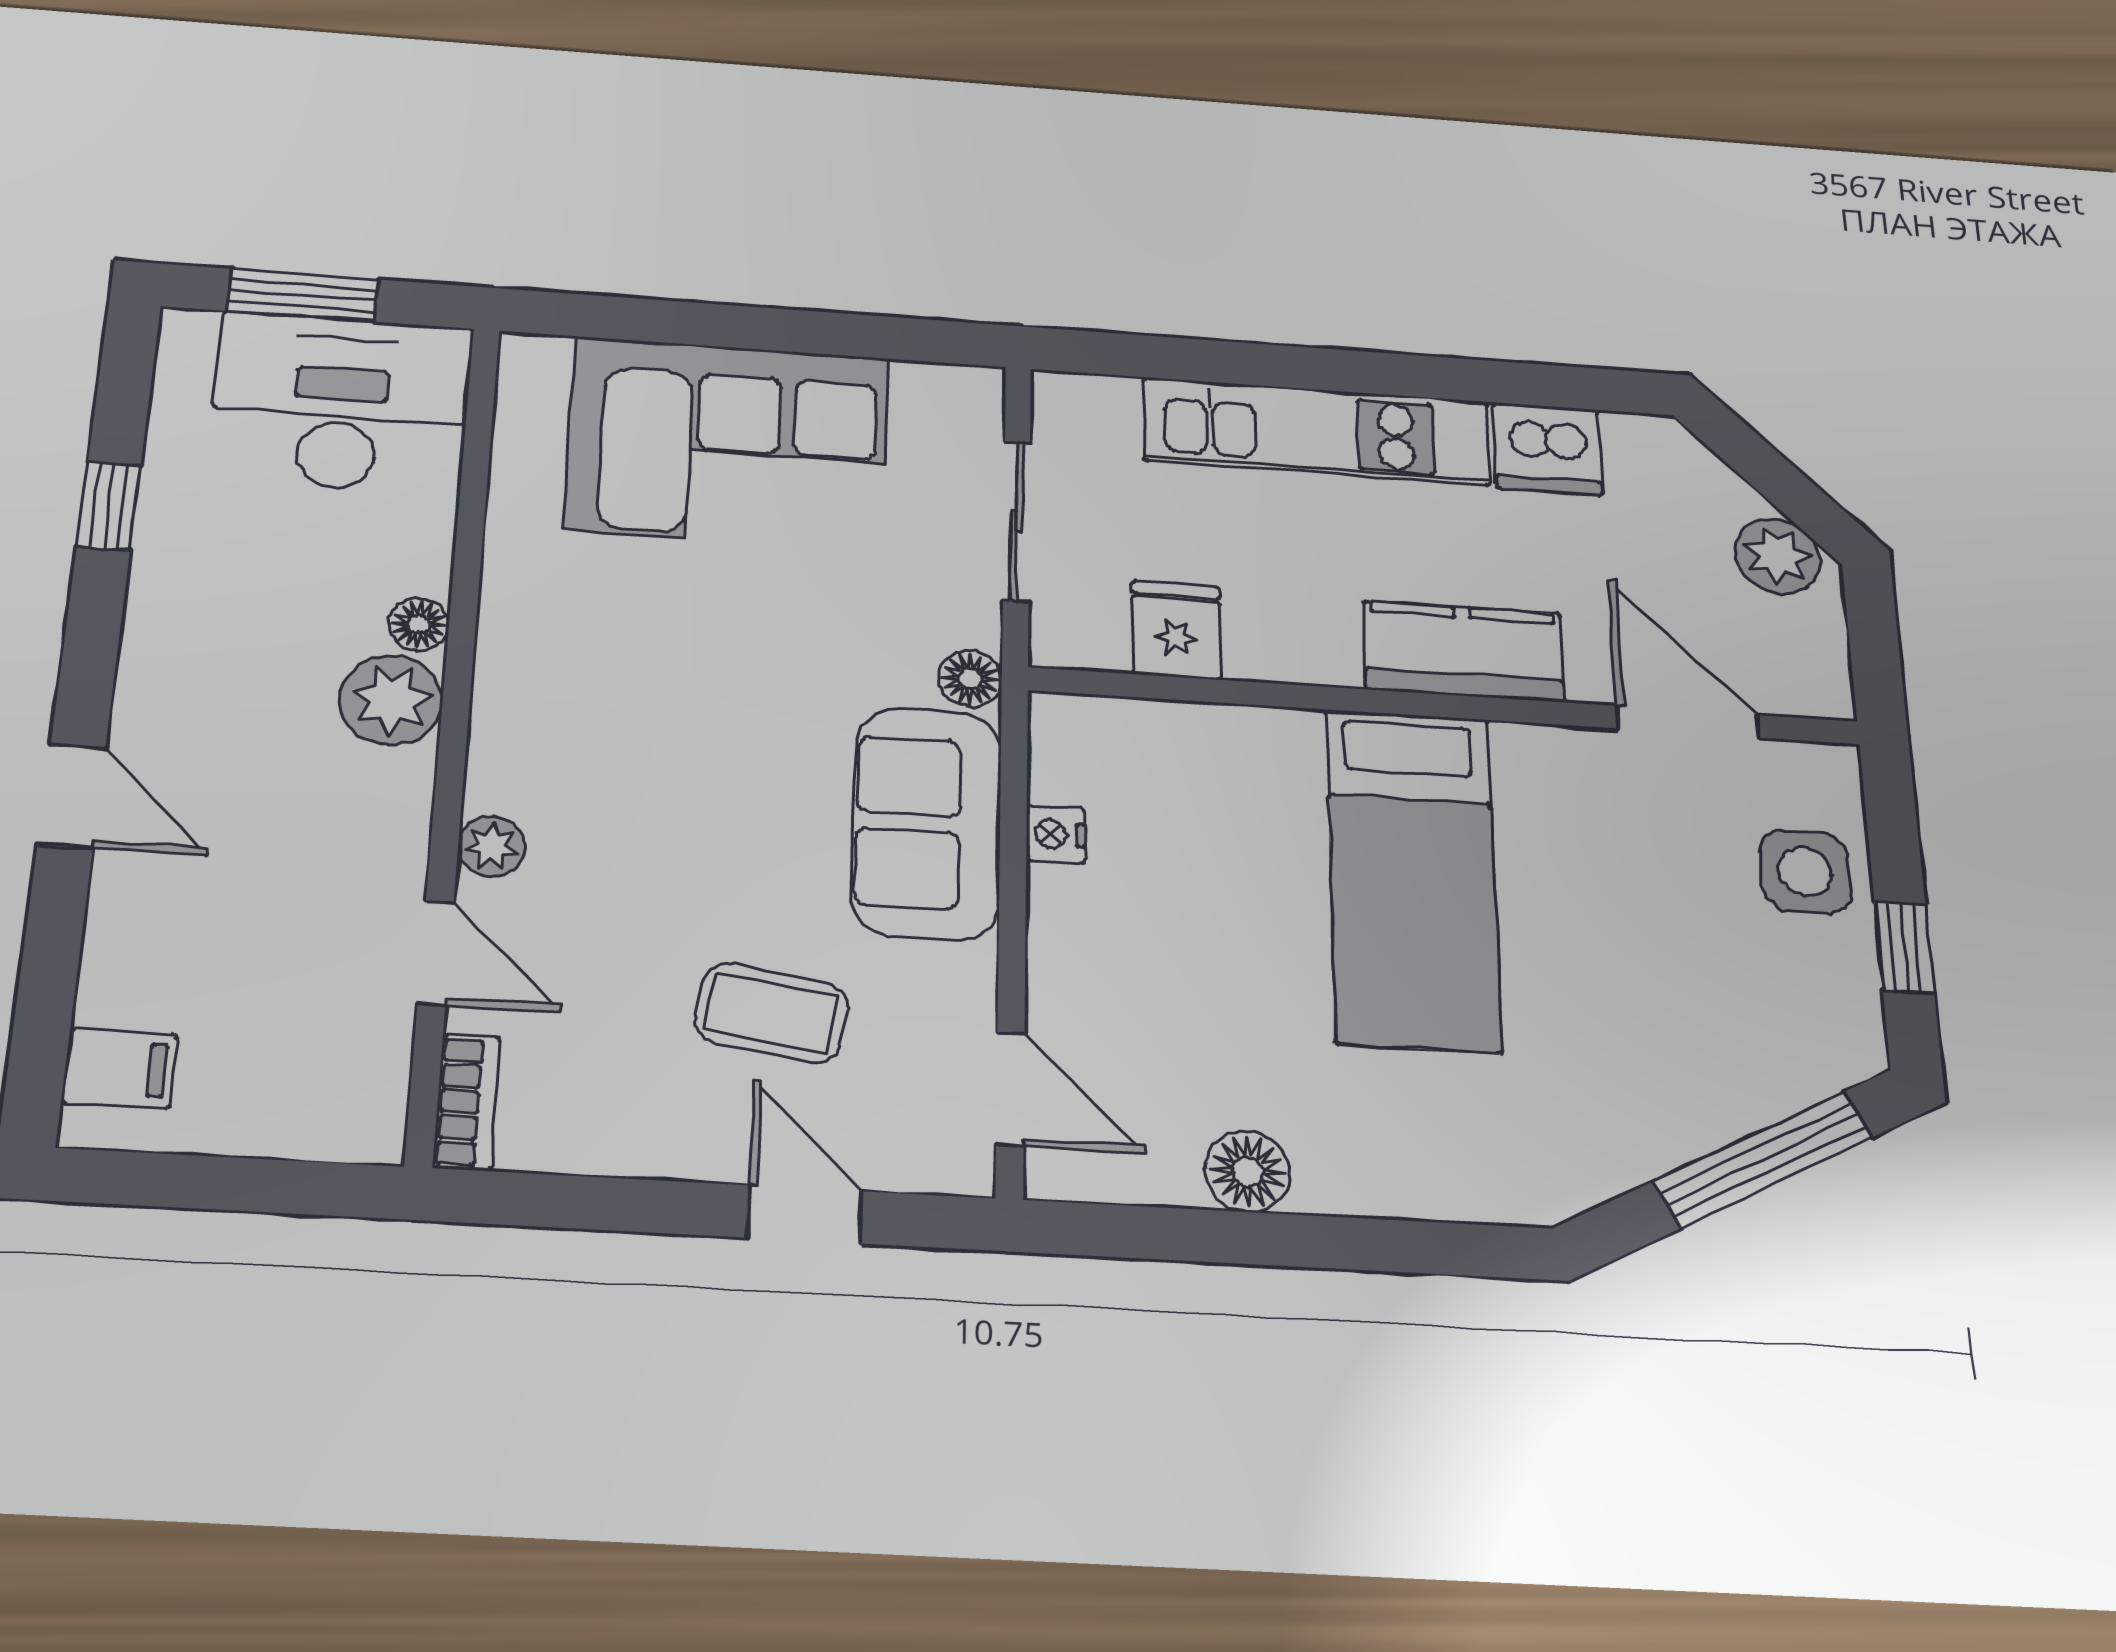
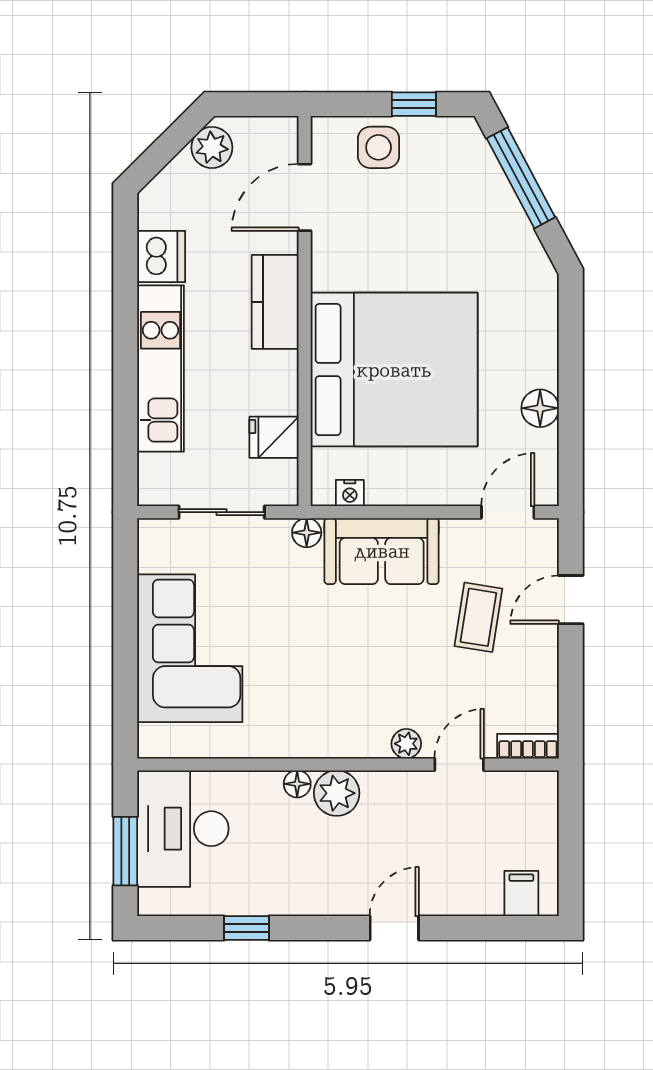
nightstand: (1056, 834) -> (350, 493), moved
bed: (1413, 878) -> (394, 370), width x2.04

